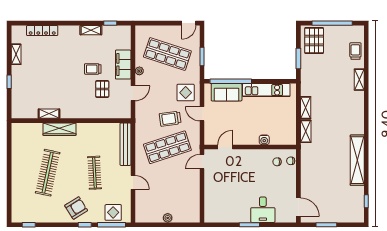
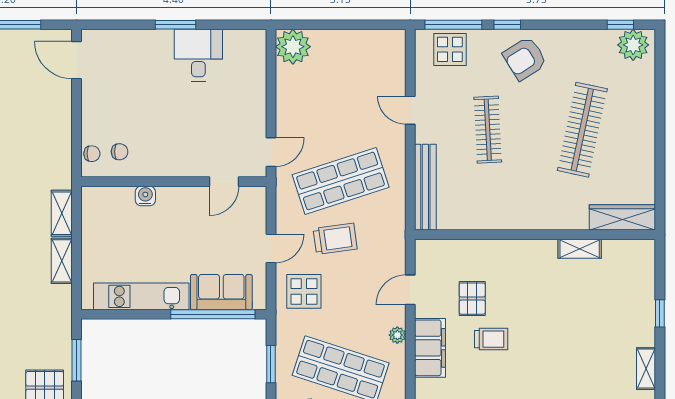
door: (202, 114) -> (271, 248), hinge flipped
wardrobe: (59, 129) -> (622, 217), moved
desk: (263, 210) -> (198, 55), moved
plant: (22, 215) -> (633, 45), added
plant: (168, 218) -> (293, 47), moved, width x1.88, depth x1.88

